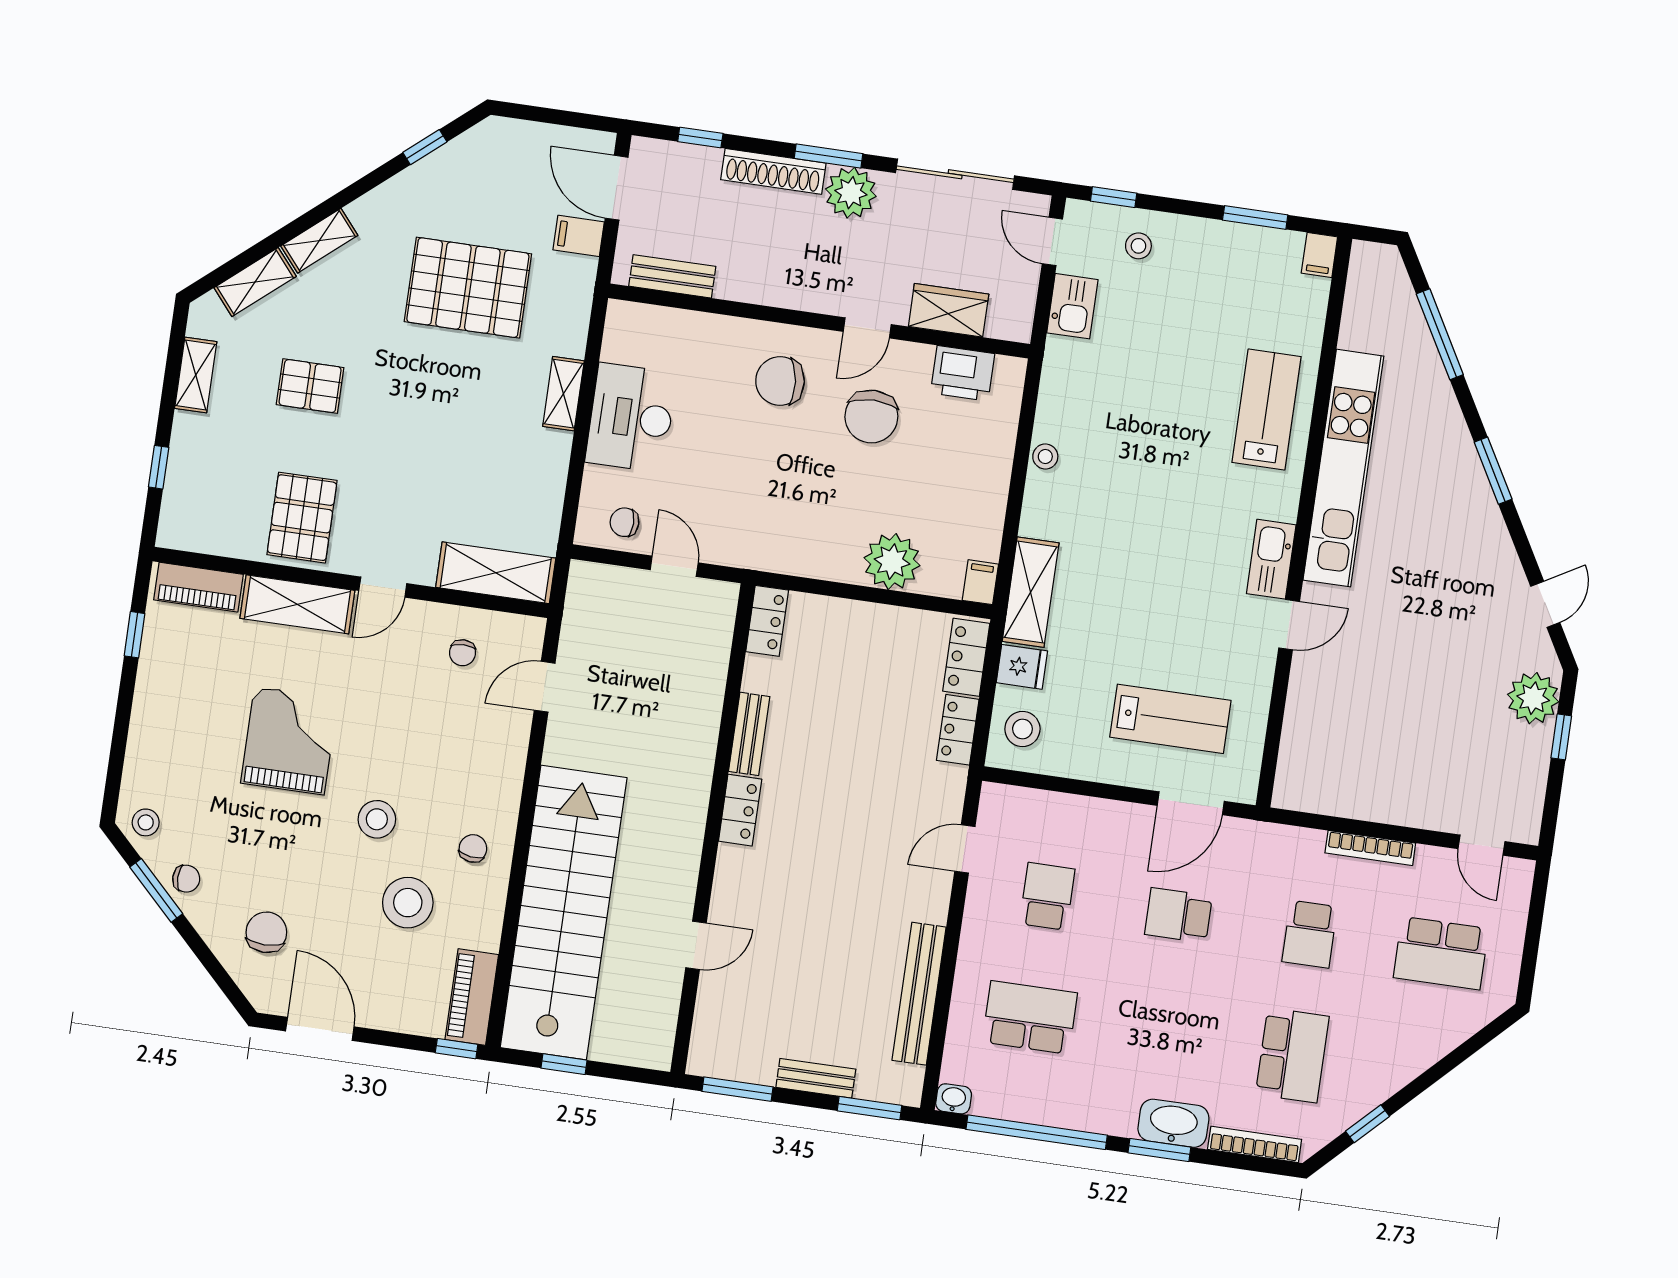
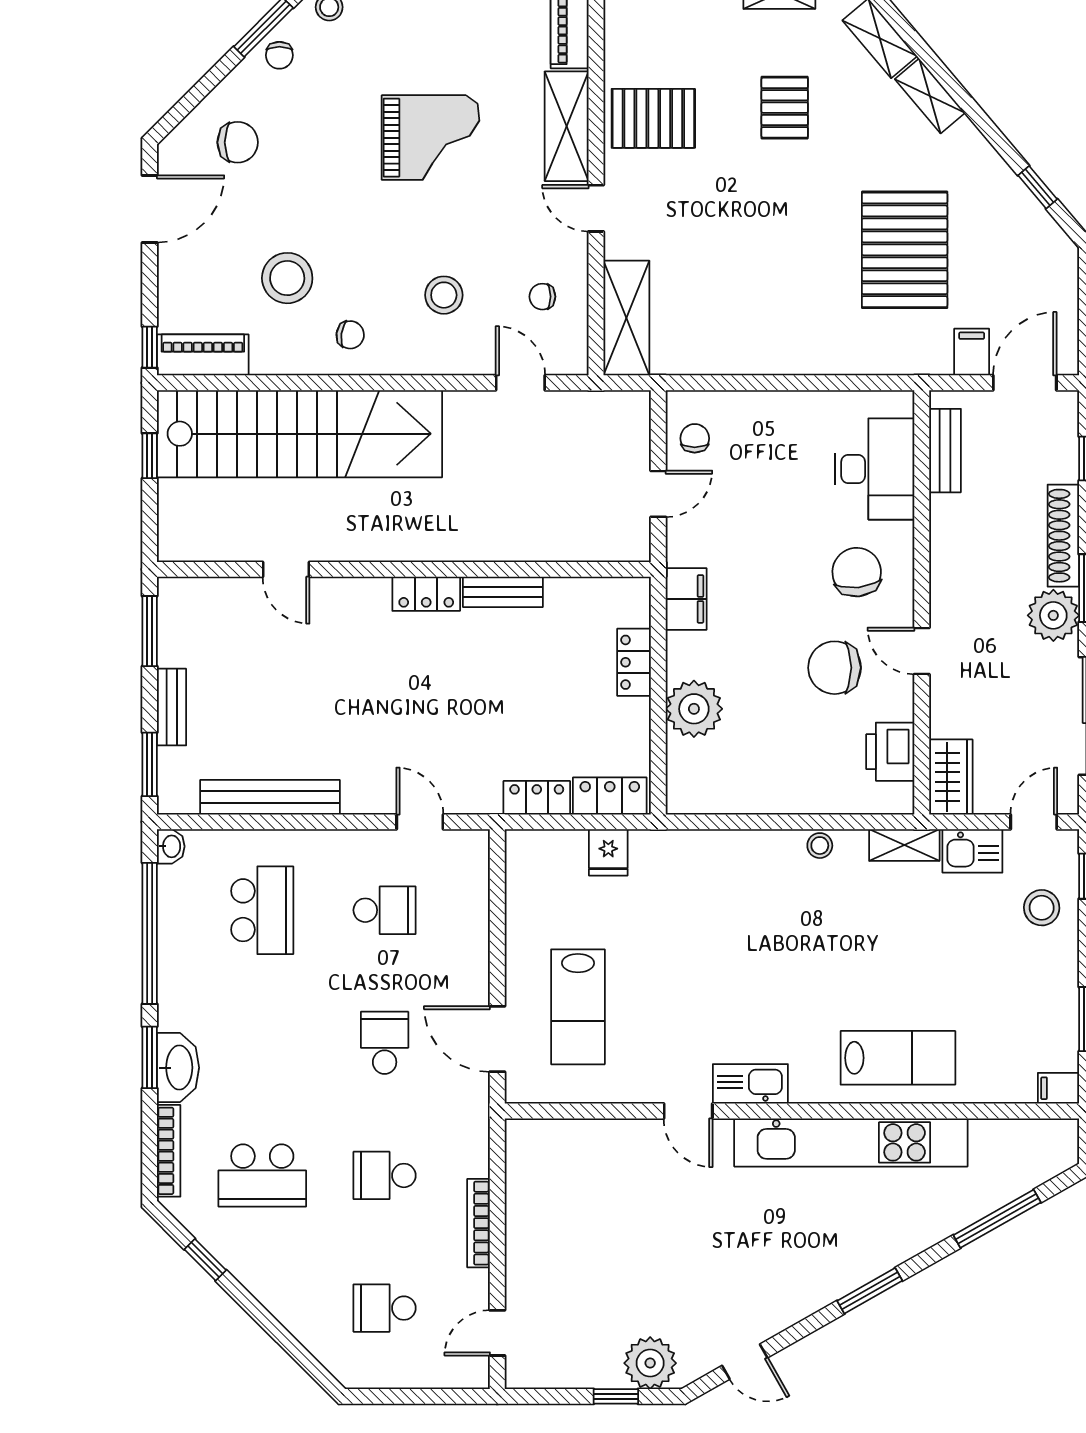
stool: (1138, 246) -> (1042, 908), width x1.37, depth x1.37
wardrobe: (949, 310) -> (951, 777), moved
shelving: (563, 394) -> (813, 360), removed
desk: (631, 418) -> (875, 469), moved, turned 90
filing cabinet: (980, 582) -> (686, 599), moved, width x2.00
shelving: (1031, 592) -> (904, 845), moved, width x0.67, depth x0.75
locker: (767, 621) -> (634, 662), moved, turned 90
stool: (1022, 729) -> (547, 862), removed
stool: (377, 819) -> (444, 295), moved
school desk: (1441, 953) -> (385, 1308), width x0.54

